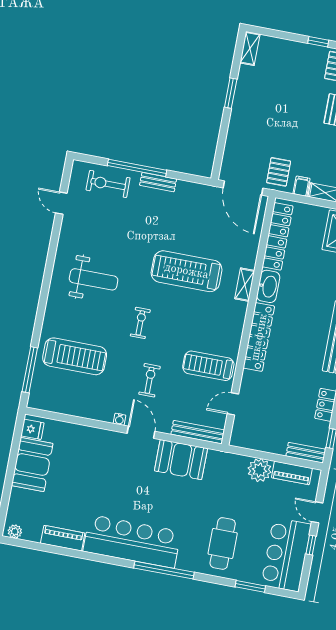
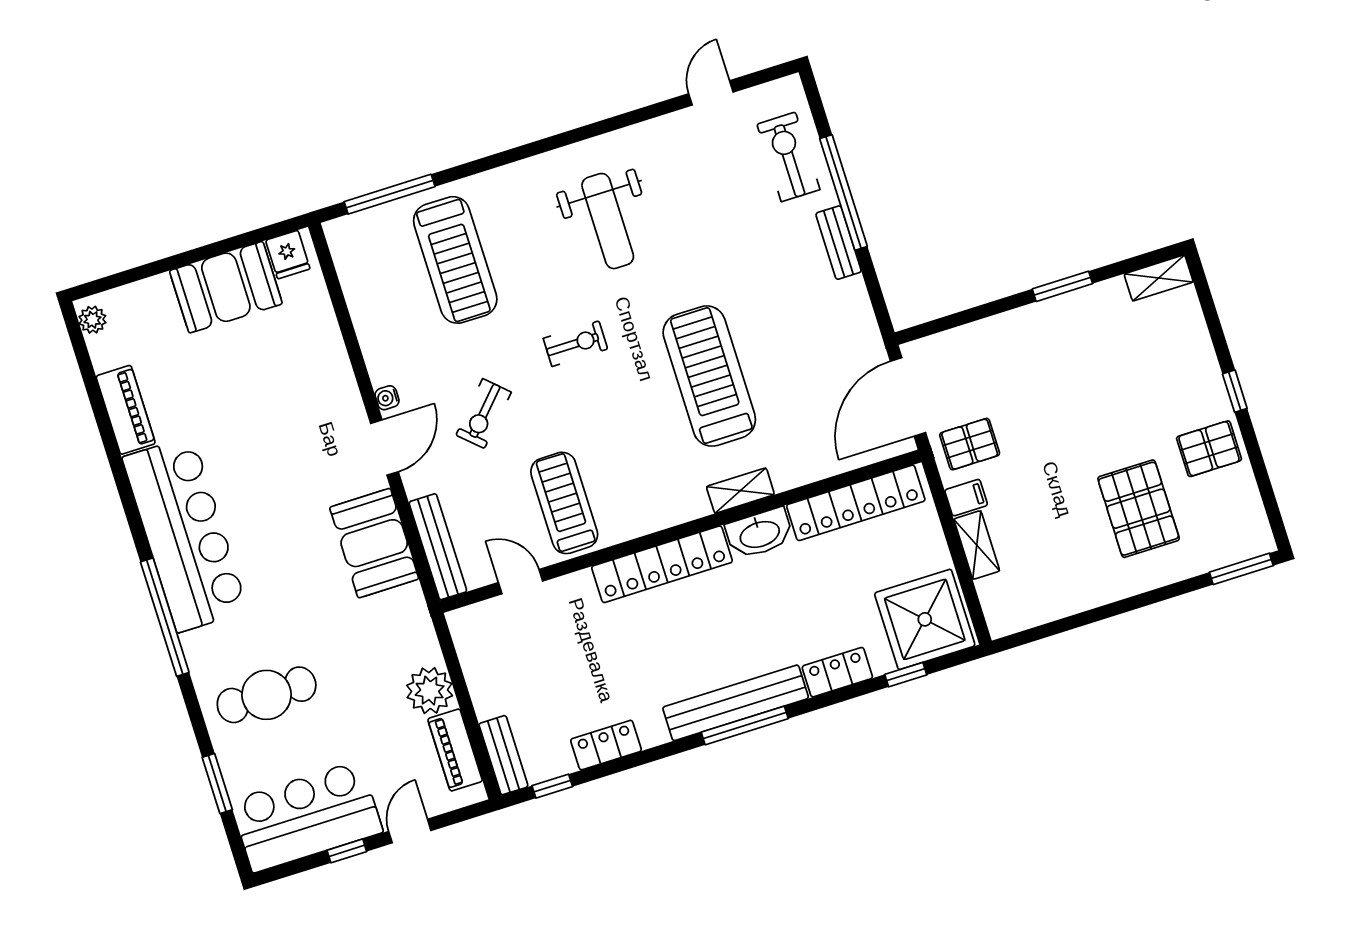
exercise bike: (149, 380) -> (484, 414), turned 133

